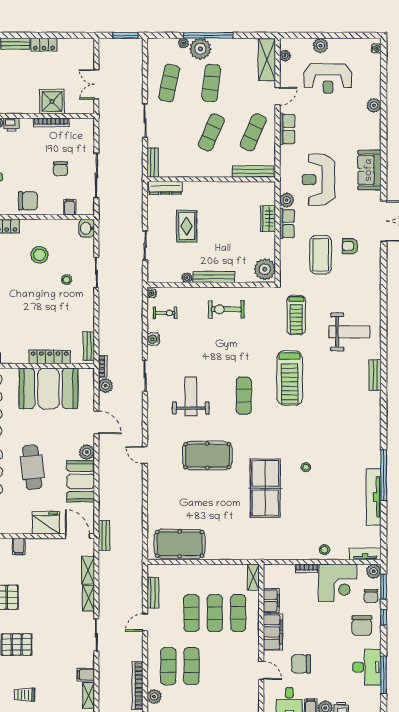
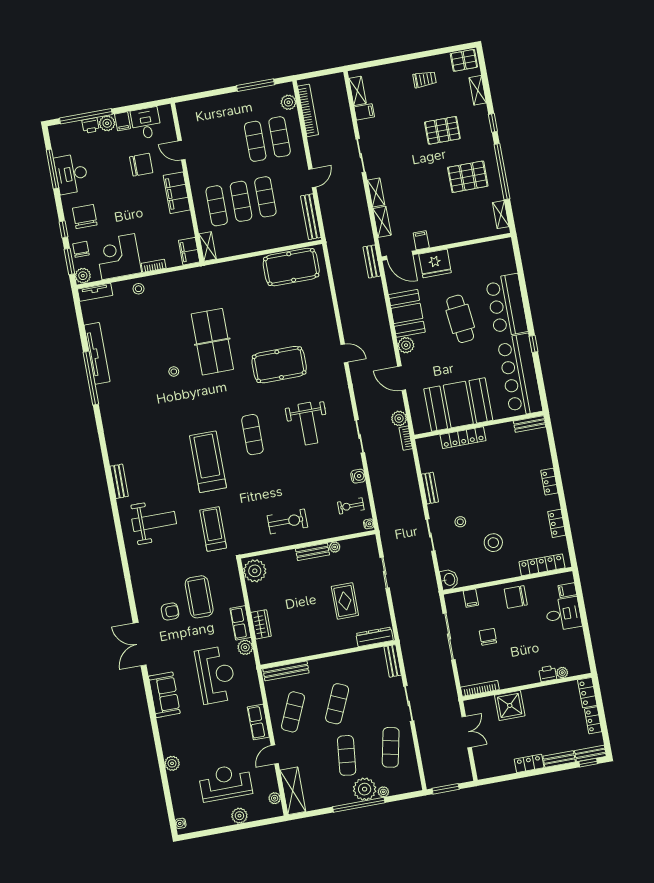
bookcase: (51, 122) -> (480, 688), moved
bench: (214, 277) -> (312, 552), width x0.73
weight bench: (349, 332) -> (154, 521), turned 180
bench: (89, 346) -> (430, 488), moved
filing cabinet: (19, 546) -> (421, 240), moved
bench: (153, 593) -> (311, 217), width x1.36
filing cabinet: (271, 601) -> (189, 251), moved

